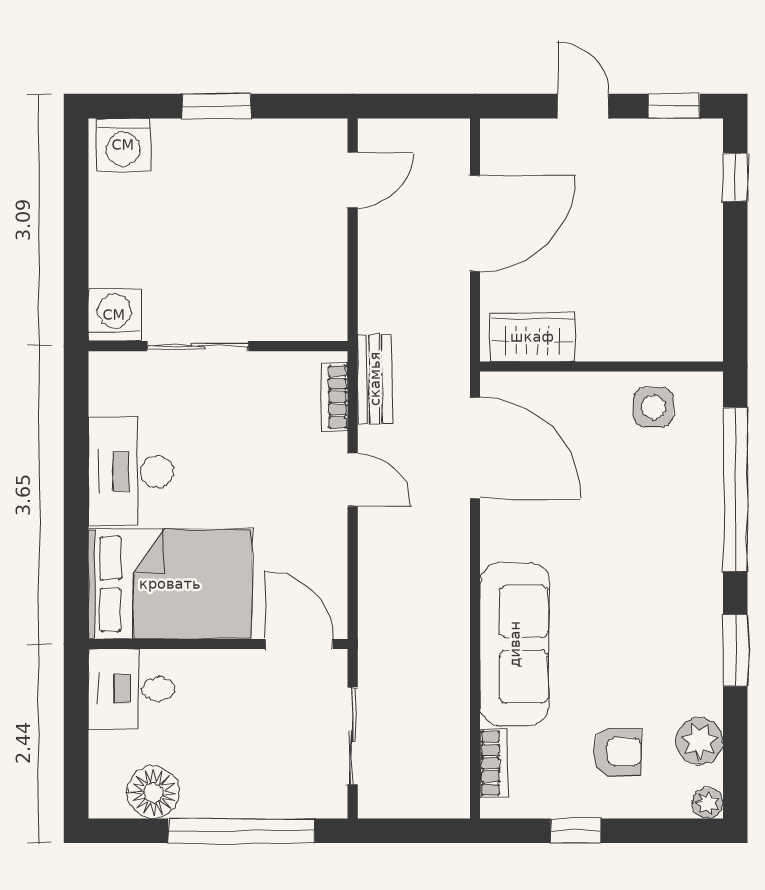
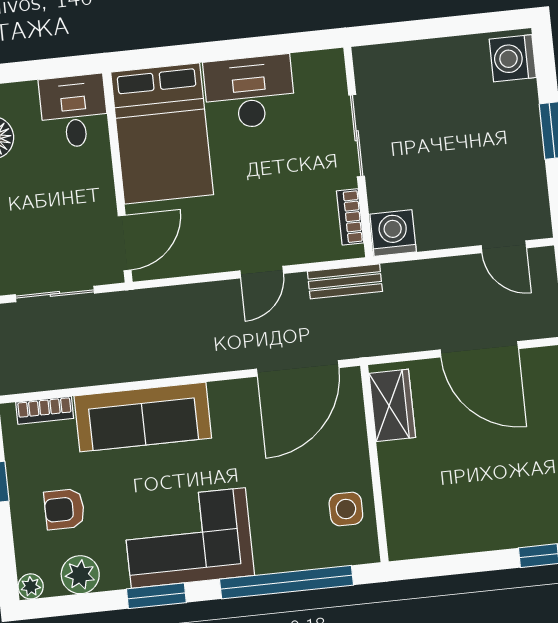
washing machine: (114, 315) -> (393, 233), moved, turned -90
bookcase: (334, 397) -> (350, 217), moved, turned -90
corner sofa: (669, 604) -> (188, 538), added
armchair: (617, 752) -> (64, 509), turned 90

